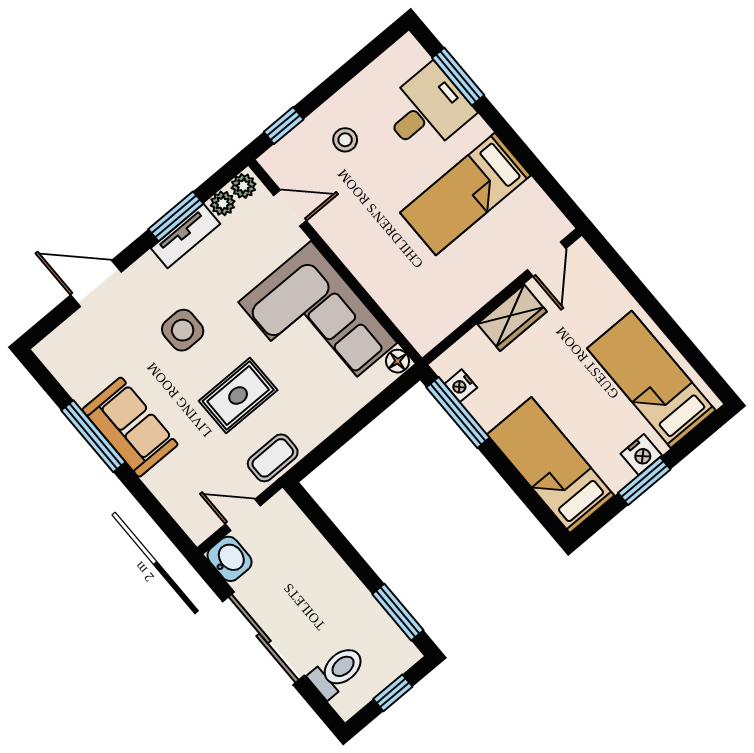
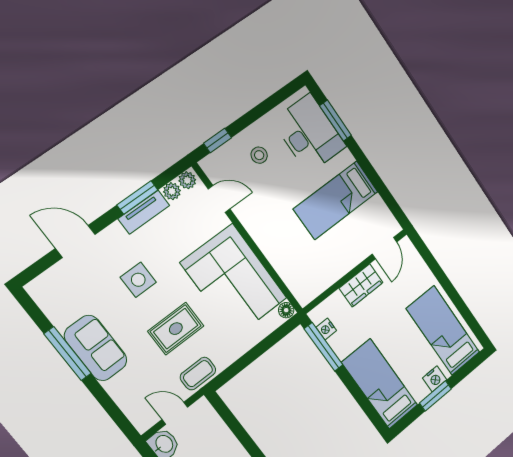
desk: (427, 110) -> (309, 134), width x1.37

